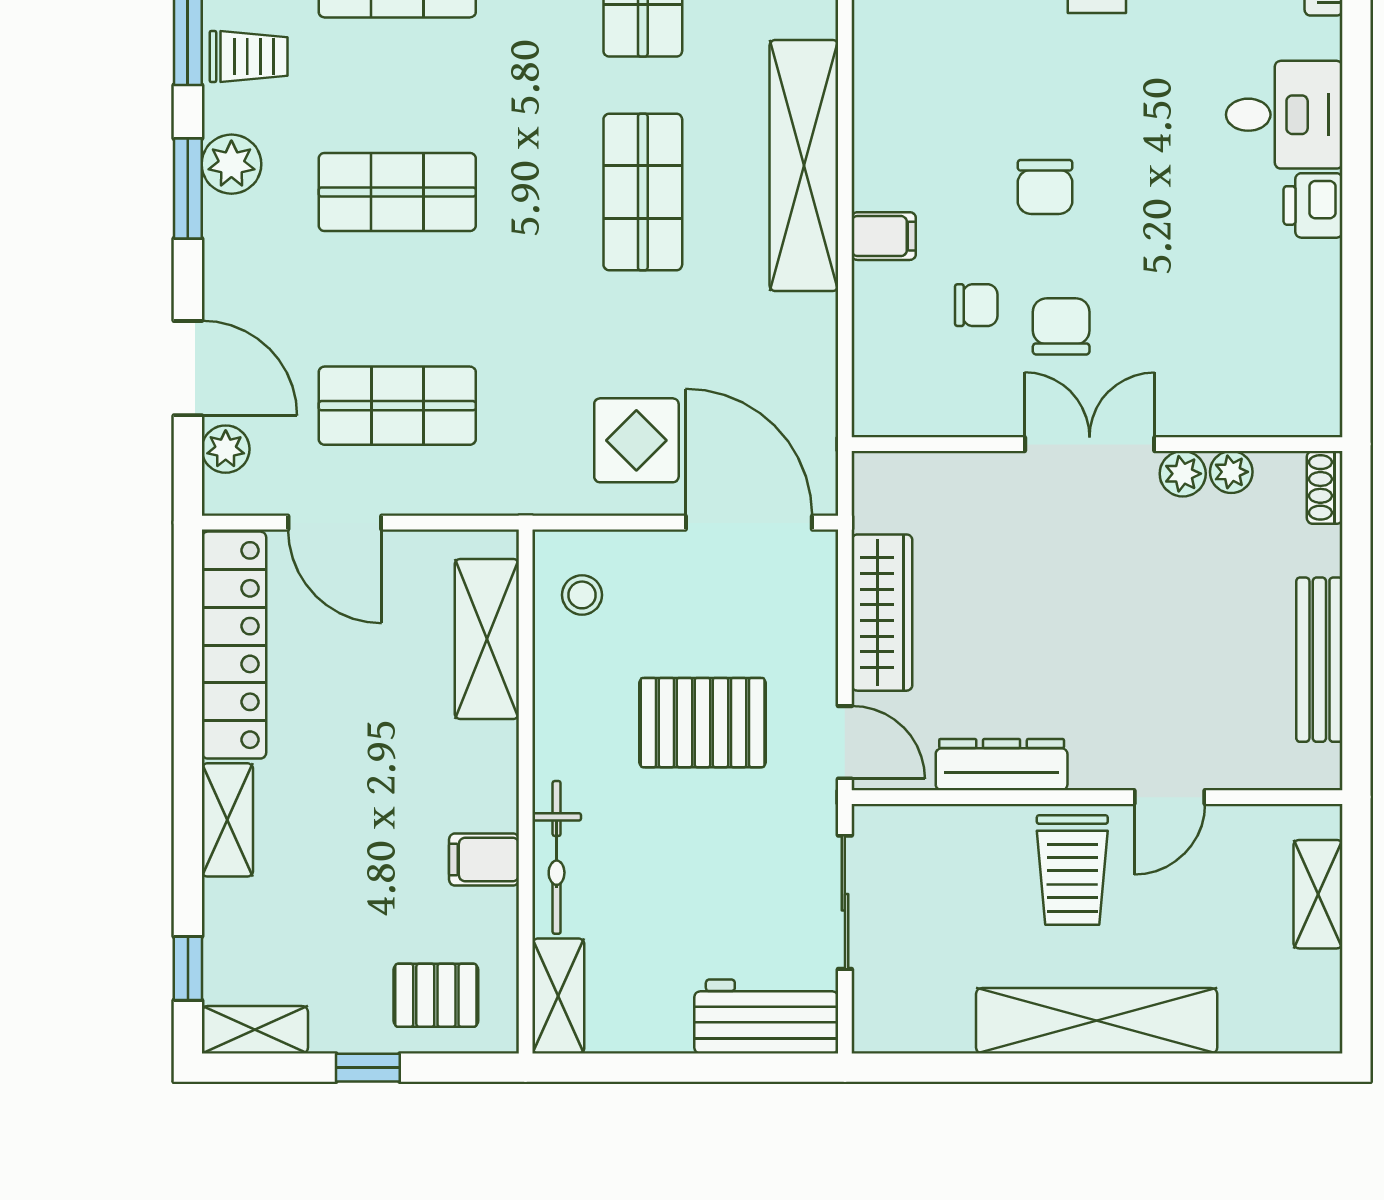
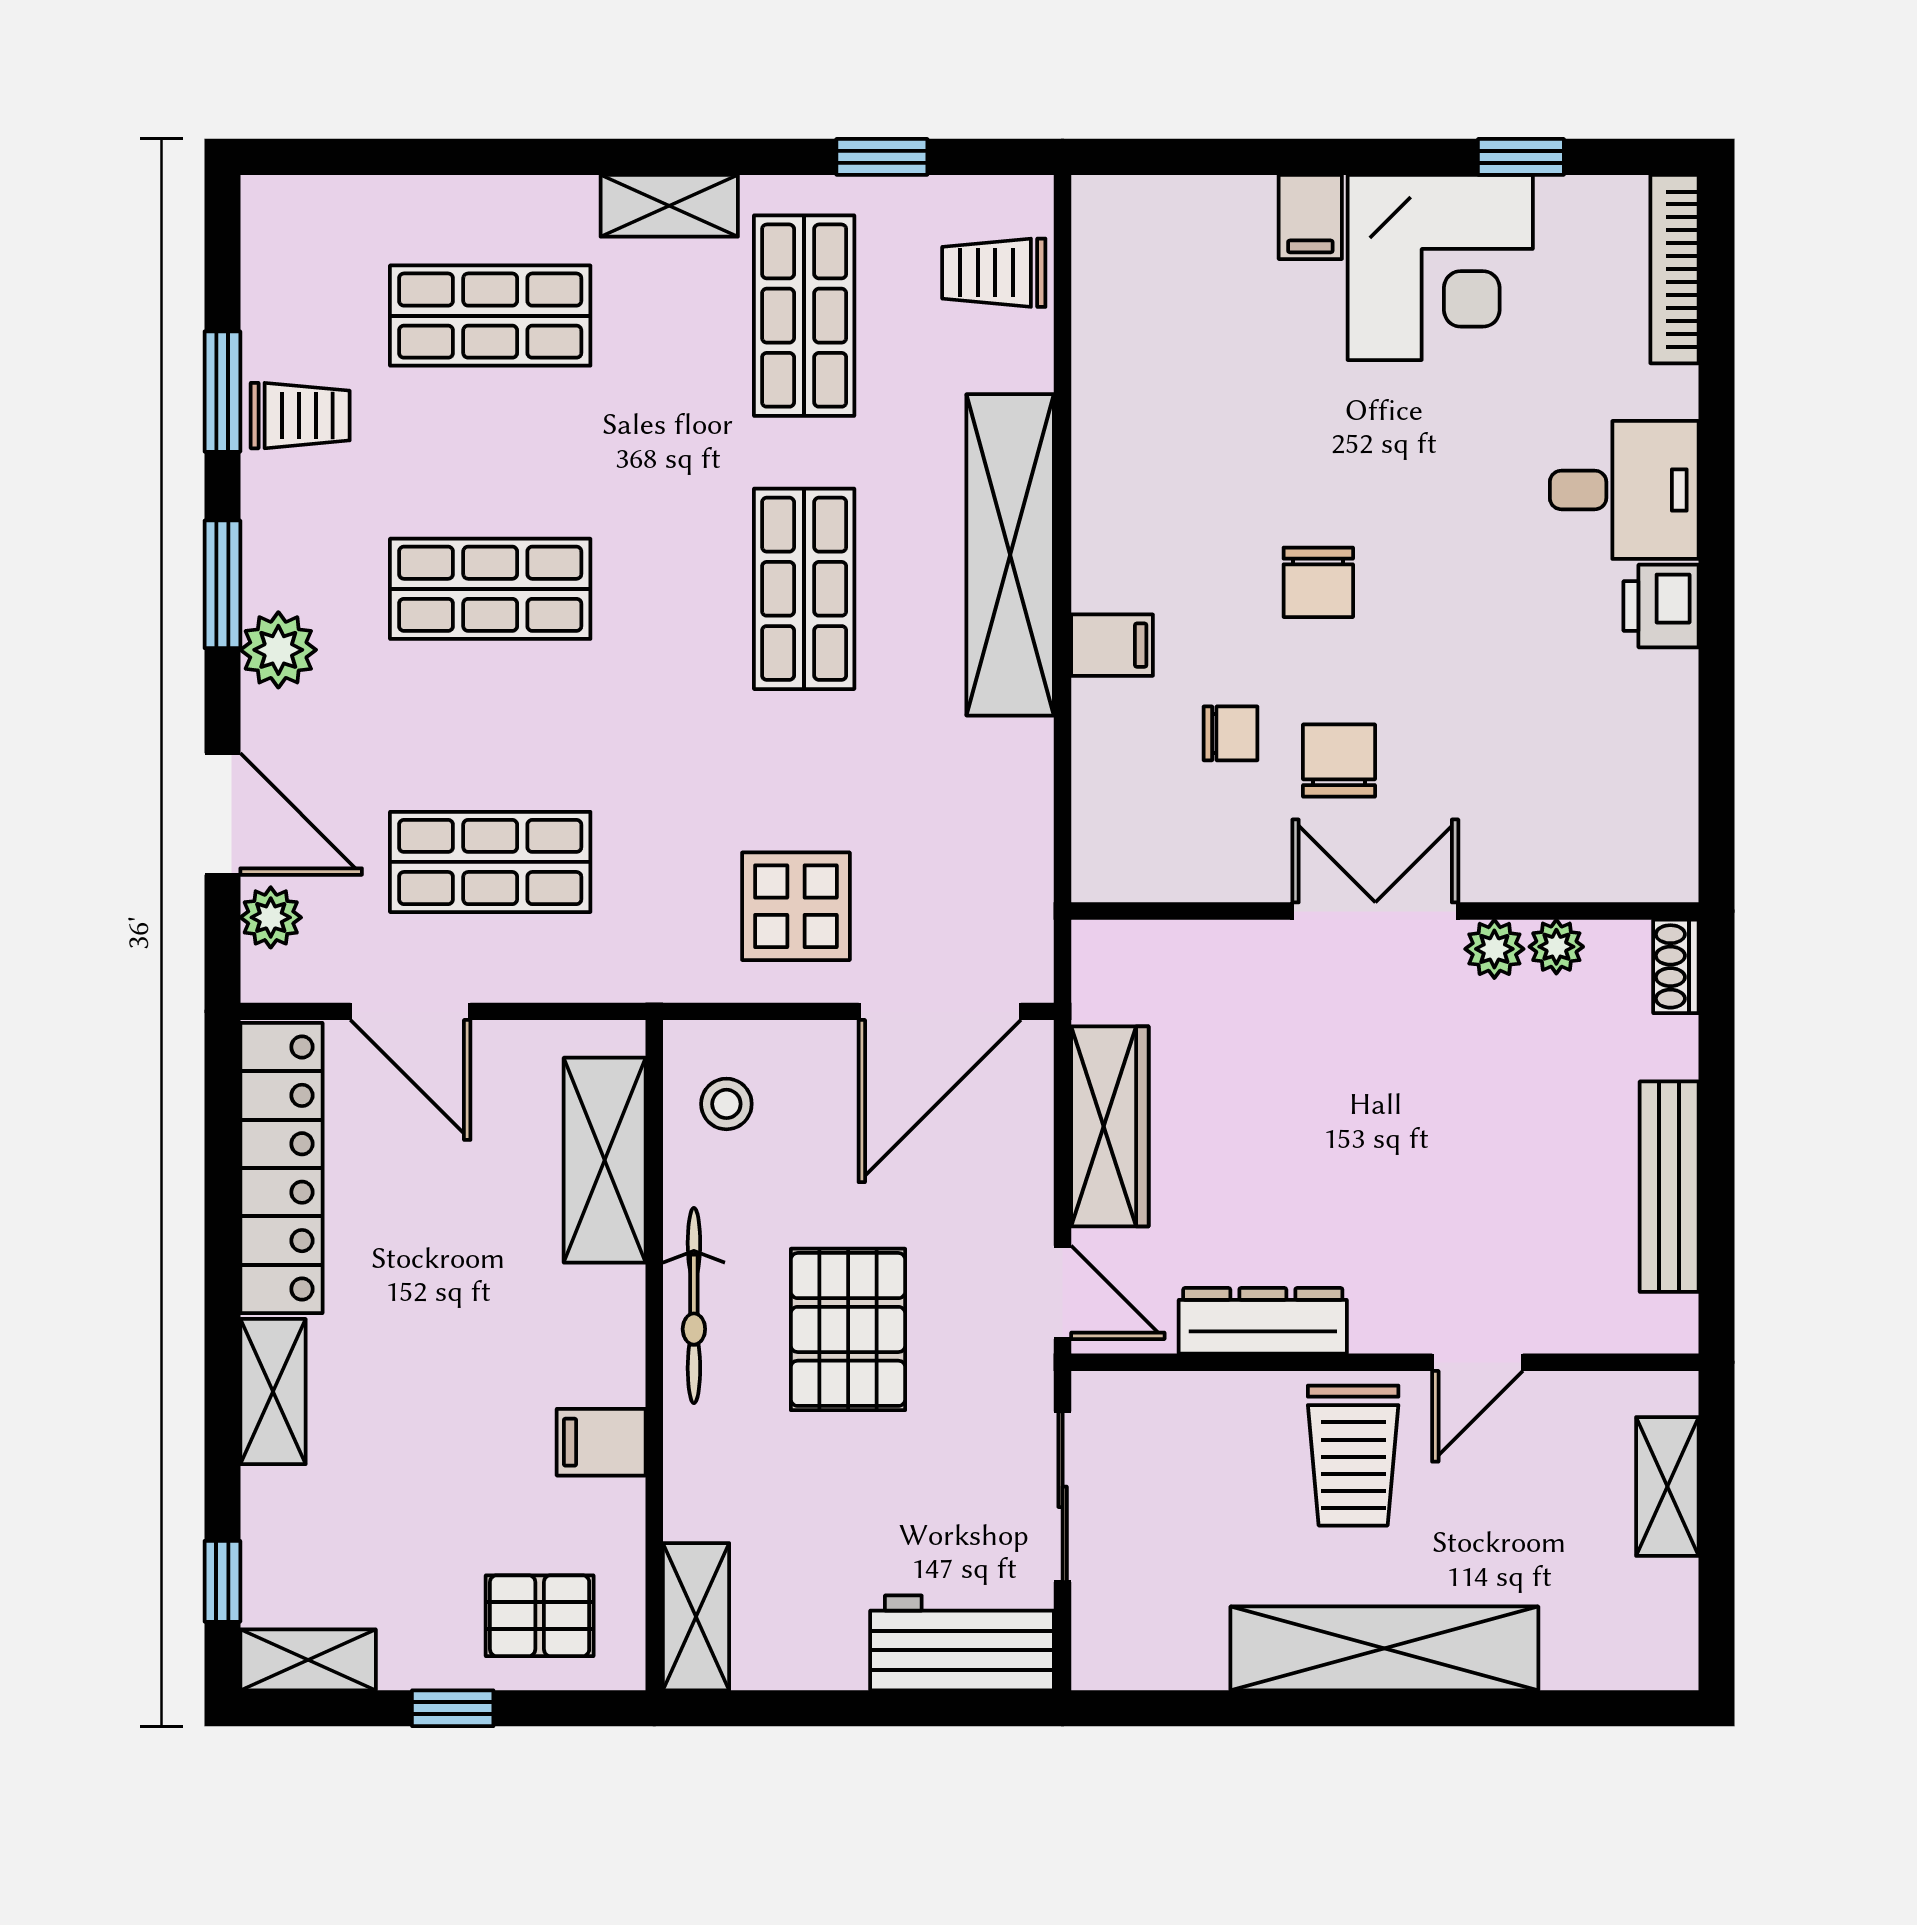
plant: (231, 164) -> (278, 650), moved
door: (749, 523) -> (940, 1011), swing flipped
pallet: (703, 723) -> (848, 1329), moved, turned 90
bicycle: (557, 857) -> (694, 1306), moved

